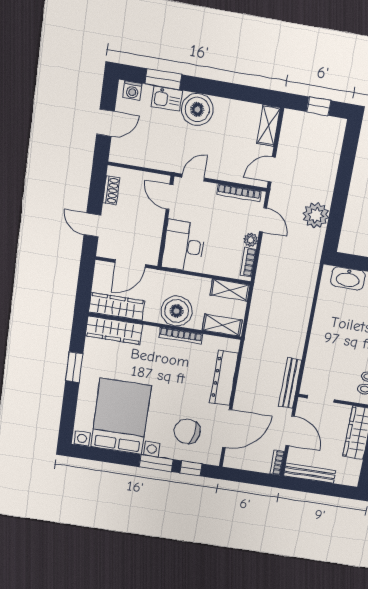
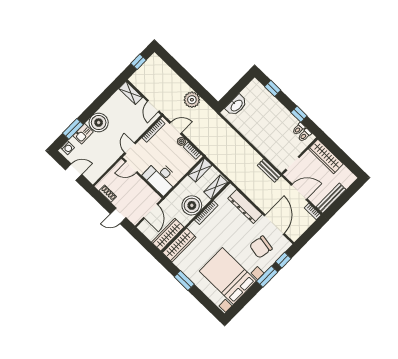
door: (105, 123) -> (74, 172), hinge flipped
bench: (290, 383) -> (269, 171), width x0.73

